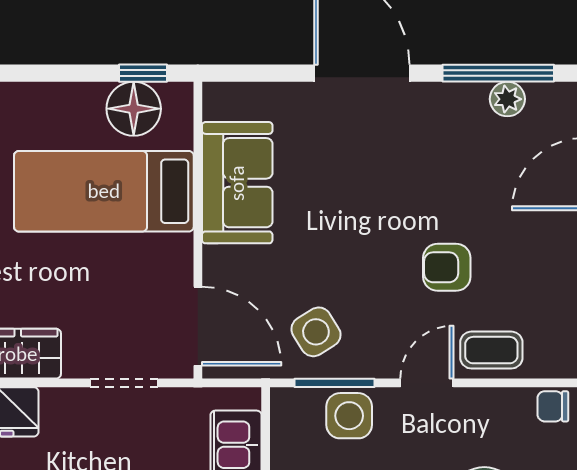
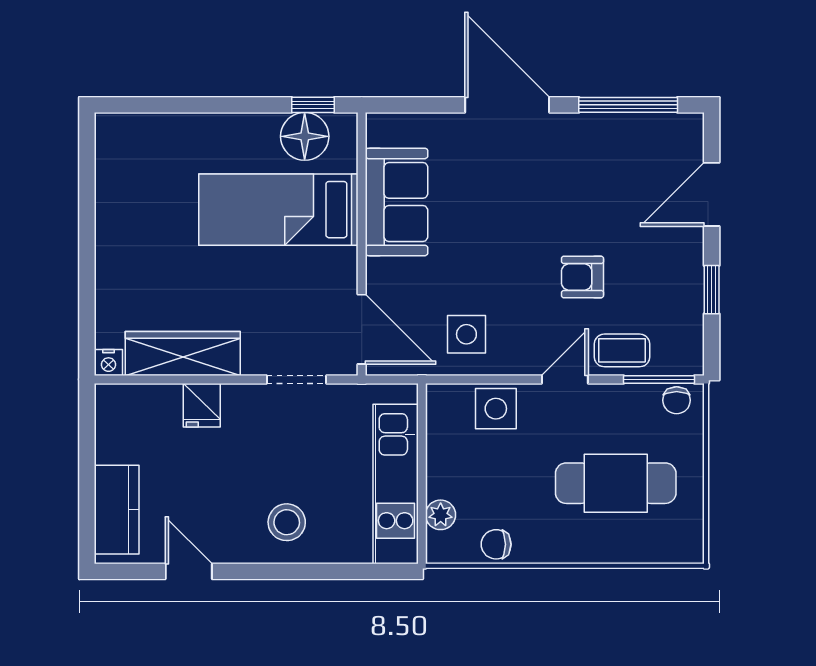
plant: (507, 99) -> (636, 128), removed
side table: (316, 332) -> (466, 334), turned 32
window: (335, 383) -> (659, 379), moved
chair: (553, 406) -> (677, 400), turned -90

